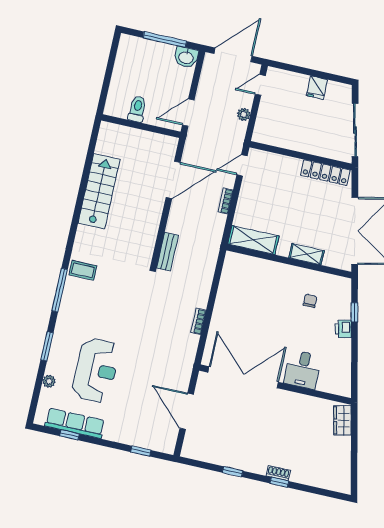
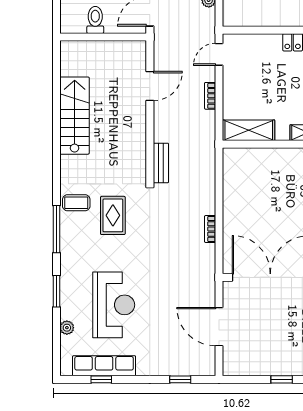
door: (173, 180) -> (150, 86), width x0.73
rug: (113, 289) -> (113, 215), added

